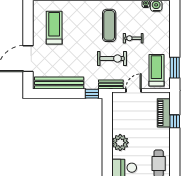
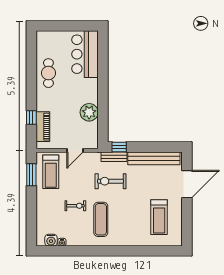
exercise bike: (112, 59) -> (110, 181), moved
bench: (111, 84) -> (114, 157), moved
plant: (120, 143) -> (89, 112), moved

